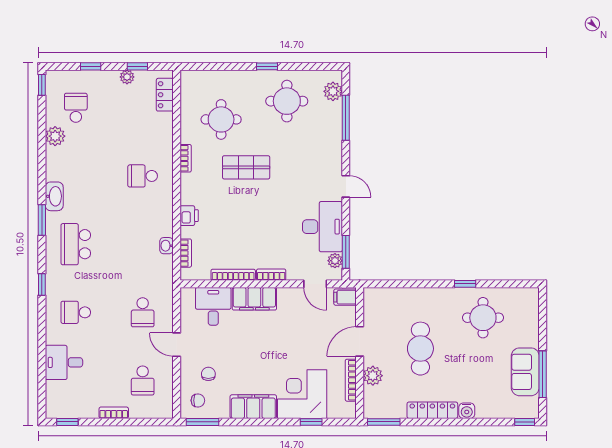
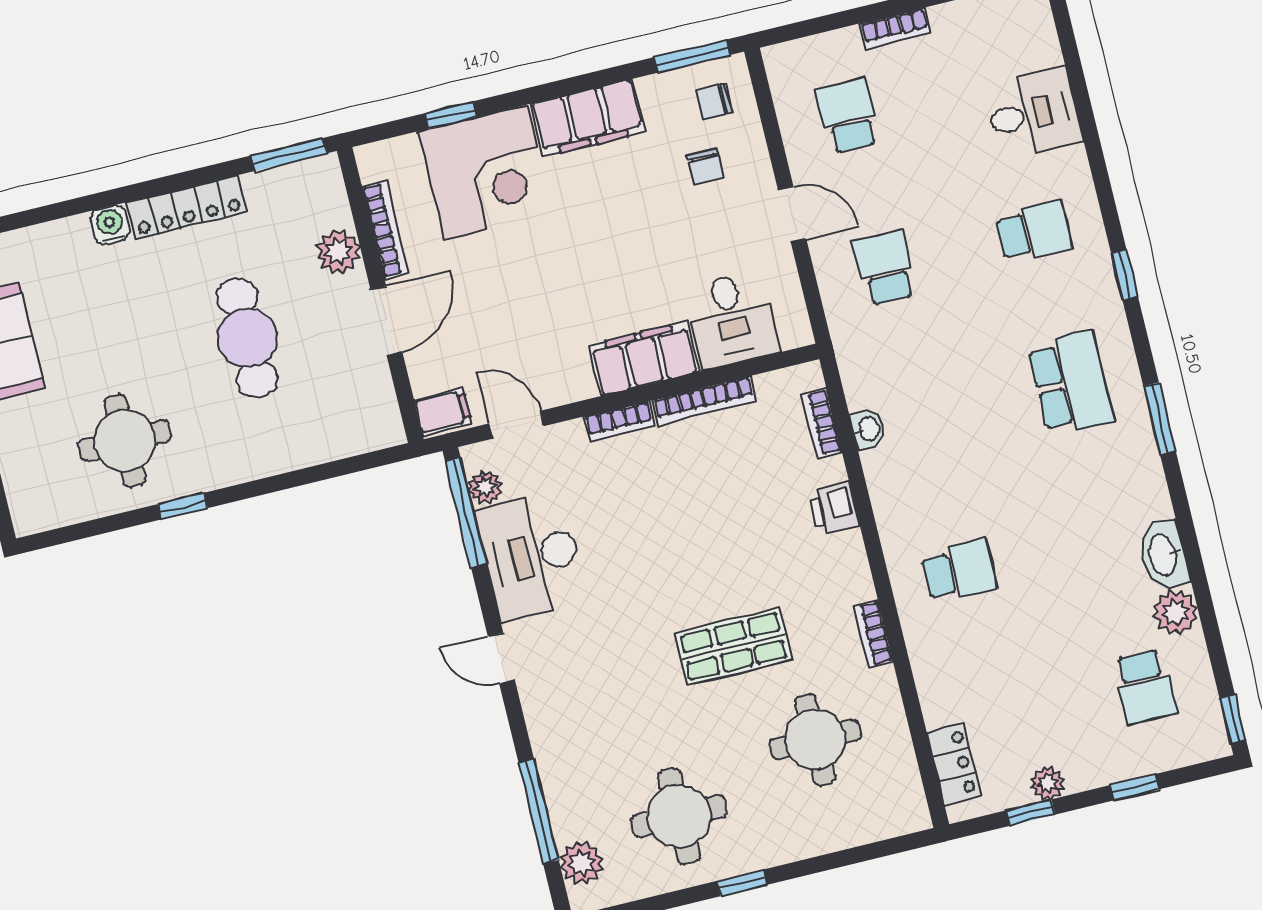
washbasin: (54, 196) -> (1164, 555), moved
window: (346, 252) -> (466, 513), width x1.44

